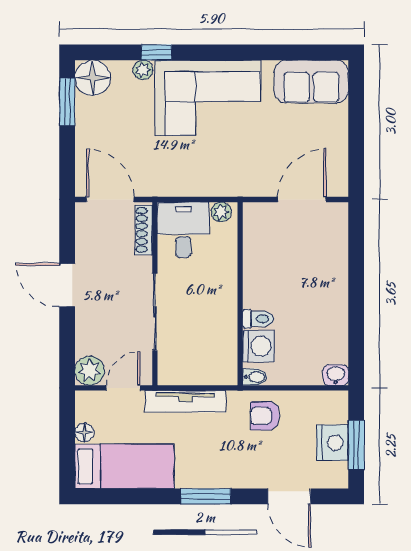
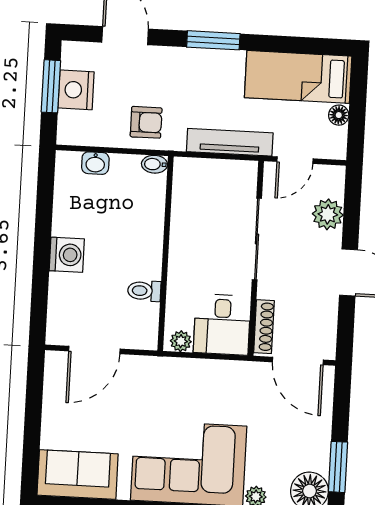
toilet: (258, 319) -> (144, 291), moved
washing machine: (258, 346) -> (67, 255), moved, turned 180
plant: (90, 371) -> (328, 214), moved
washbasin: (336, 375) -> (95, 163), moved

